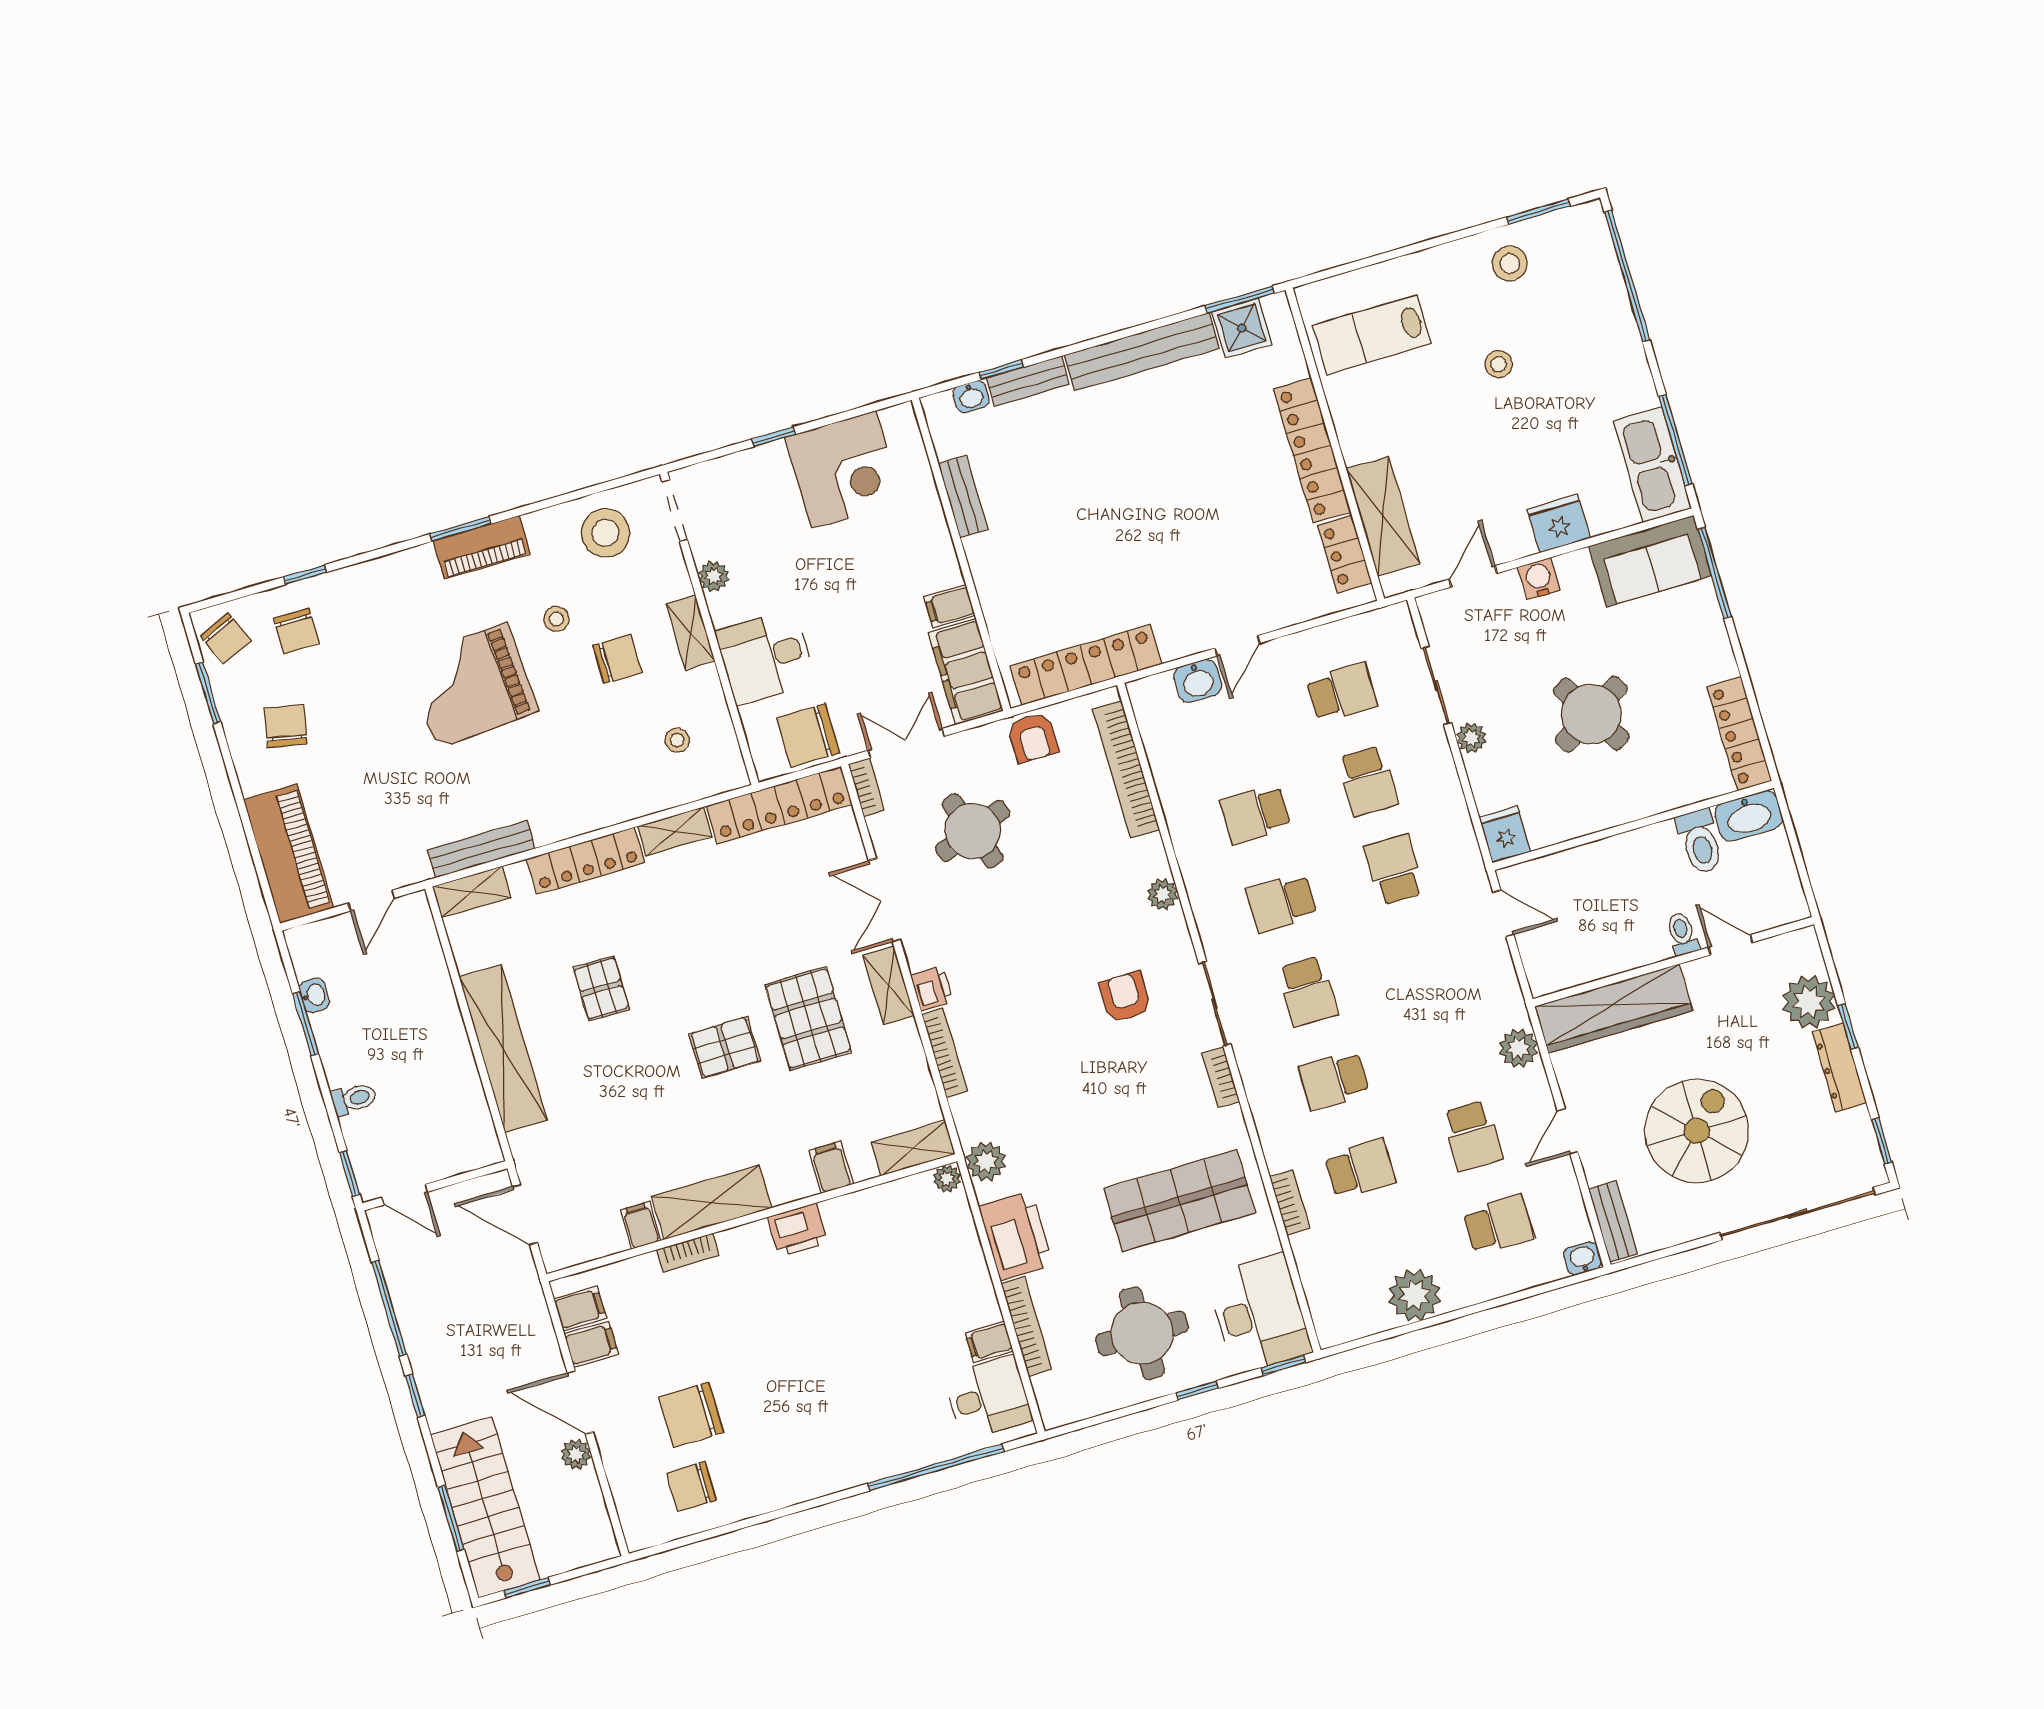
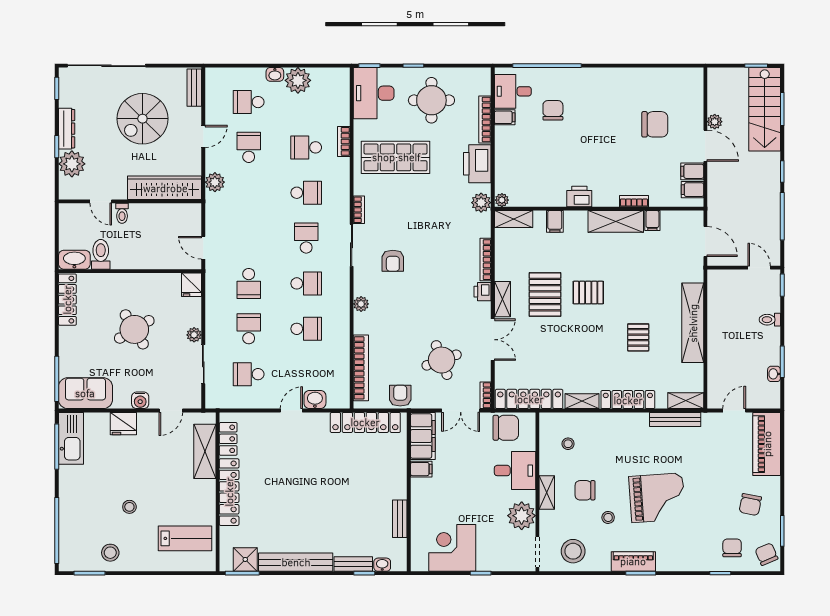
plant: (714, 576) -> (522, 516), width x1.88, depth x1.88
washbasin: (1583, 1258) -> (275, 74), moved
chair: (691, 1487) -> (553, 110), moved, turned -90

